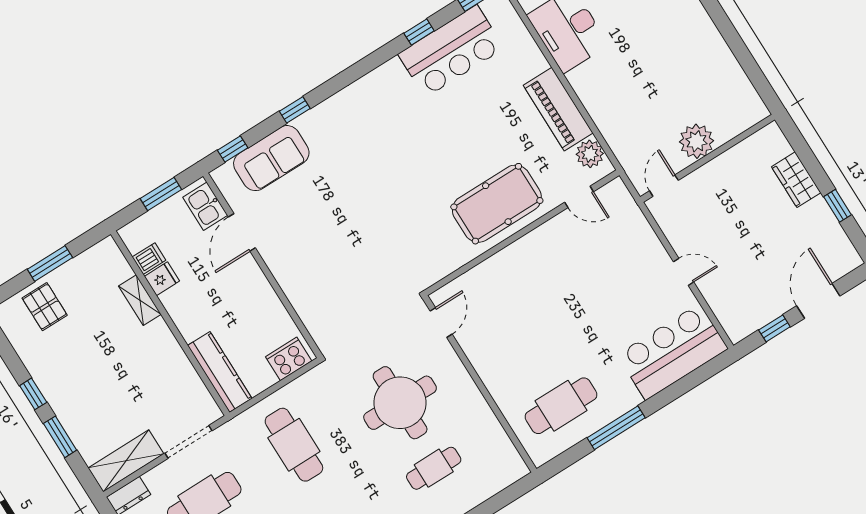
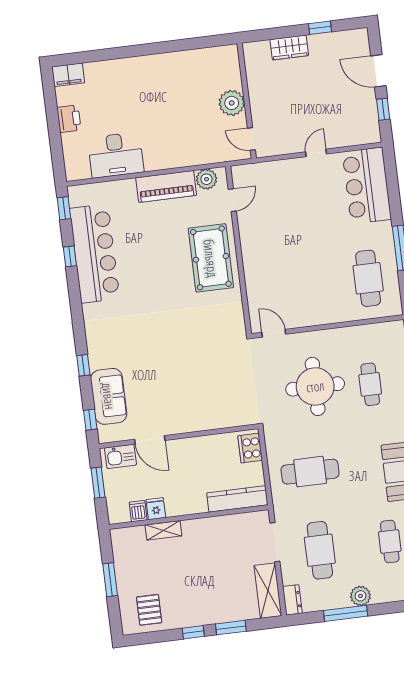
bar counter: (451, 51) -> (95, 253), width x1.36
pallet: (45, 307) -> (149, 610), moved, turned 90

